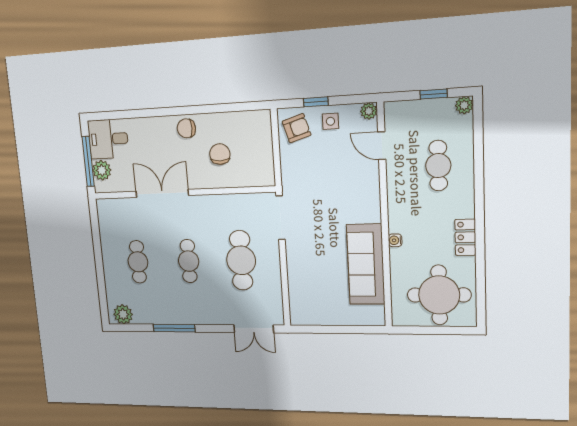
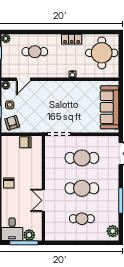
chair: (220, 154) -> (25, 142), moved
double door: (162, 193) -> (43, 200), width x0.73
cafe table: (189, 261) -> (82, 188), width x1.37, depth x1.35
sofa: (366, 264) -> (110, 107), moved, turned 90

